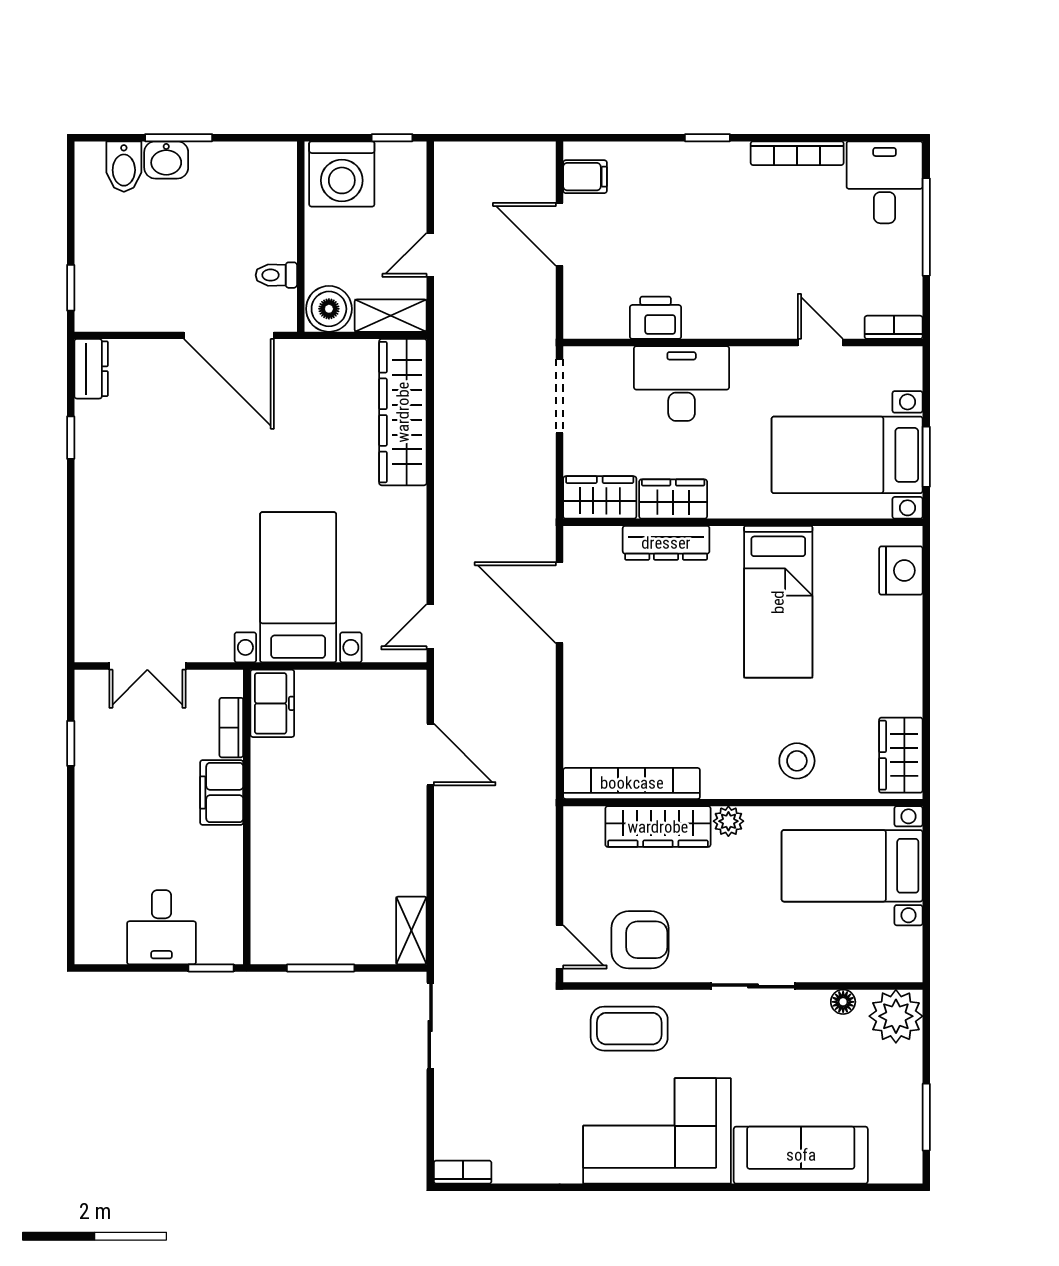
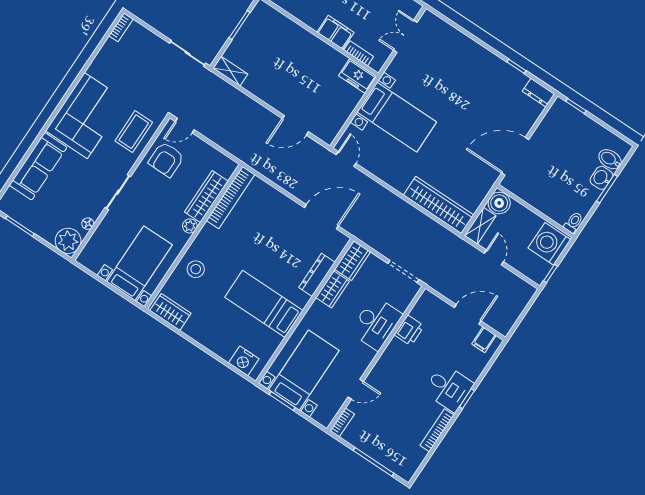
desk: (885, 182) -> (449, 388), moved
toilet: (276, 275) -> (573, 222), moved

